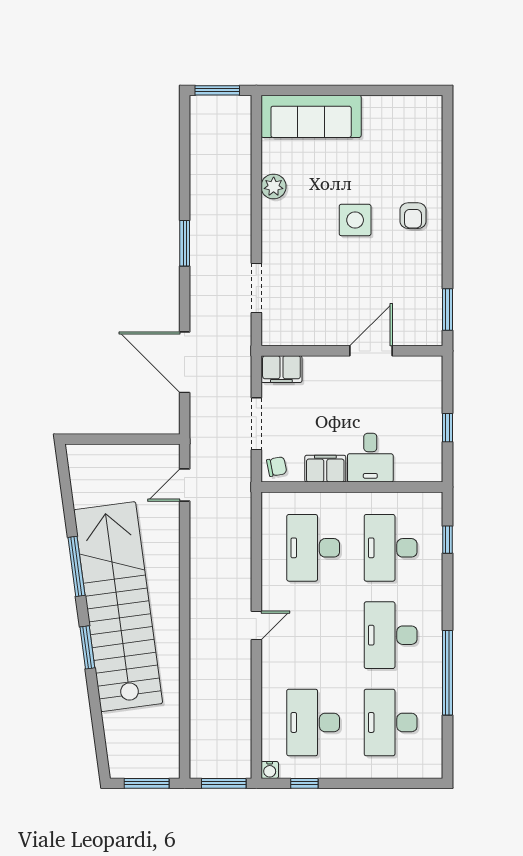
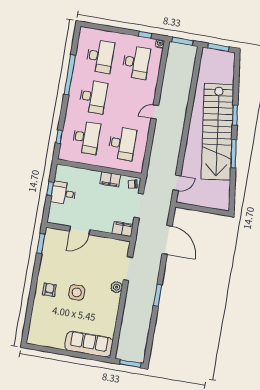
plant: (274, 187) -> (117, 287), moved
desk: (370, 458) -> (63, 193), moved, turned -90

